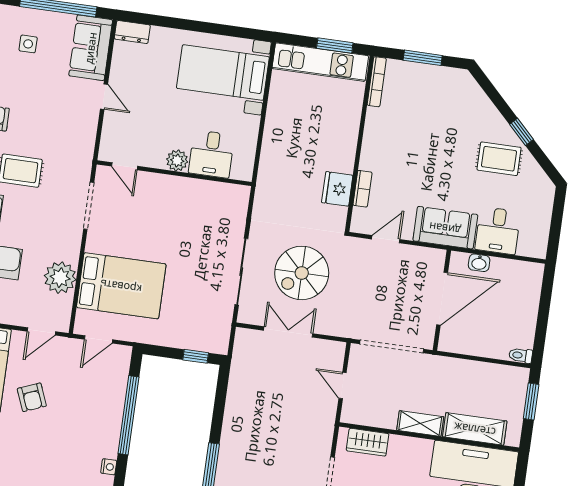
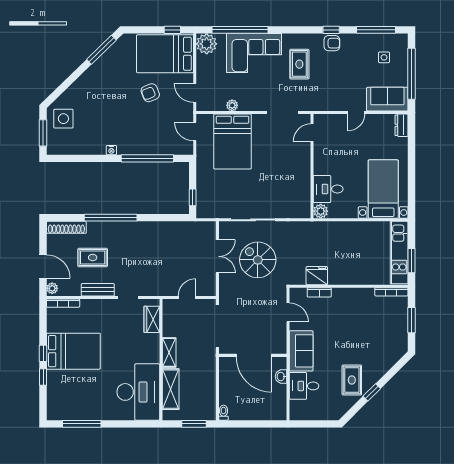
plant: (177, 160) -> (321, 211), moved
plant: (60, 278) -> (232, 105), width x0.53, depth x0.53

